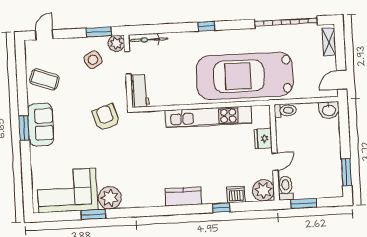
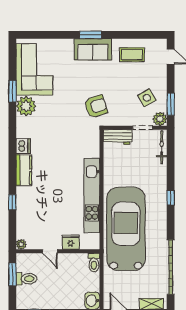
coffee table: (44, 79) -> (132, 55), turned 70
toilet: (286, 188) -> (26, 279), moved
plant: (263, 190) -> (21, 244), width x0.53, depth x0.53
dishwasher: (236, 194) -> (23, 146), moved

